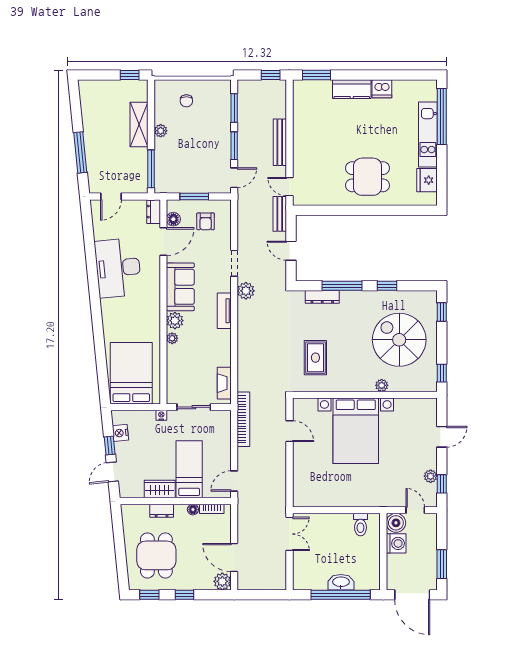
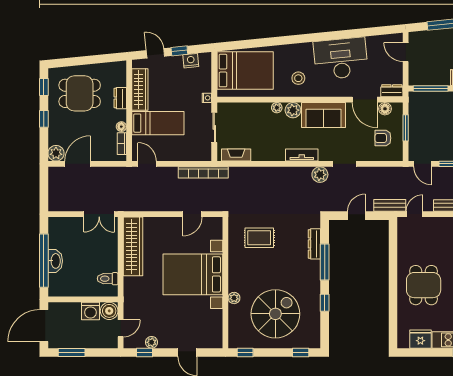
stool: (140, 315) -> (298, 78), added
wardrobe: (160, 489) -> (140, 89), width x1.50
wardrobe: (325, 497) -> (133, 246), added

